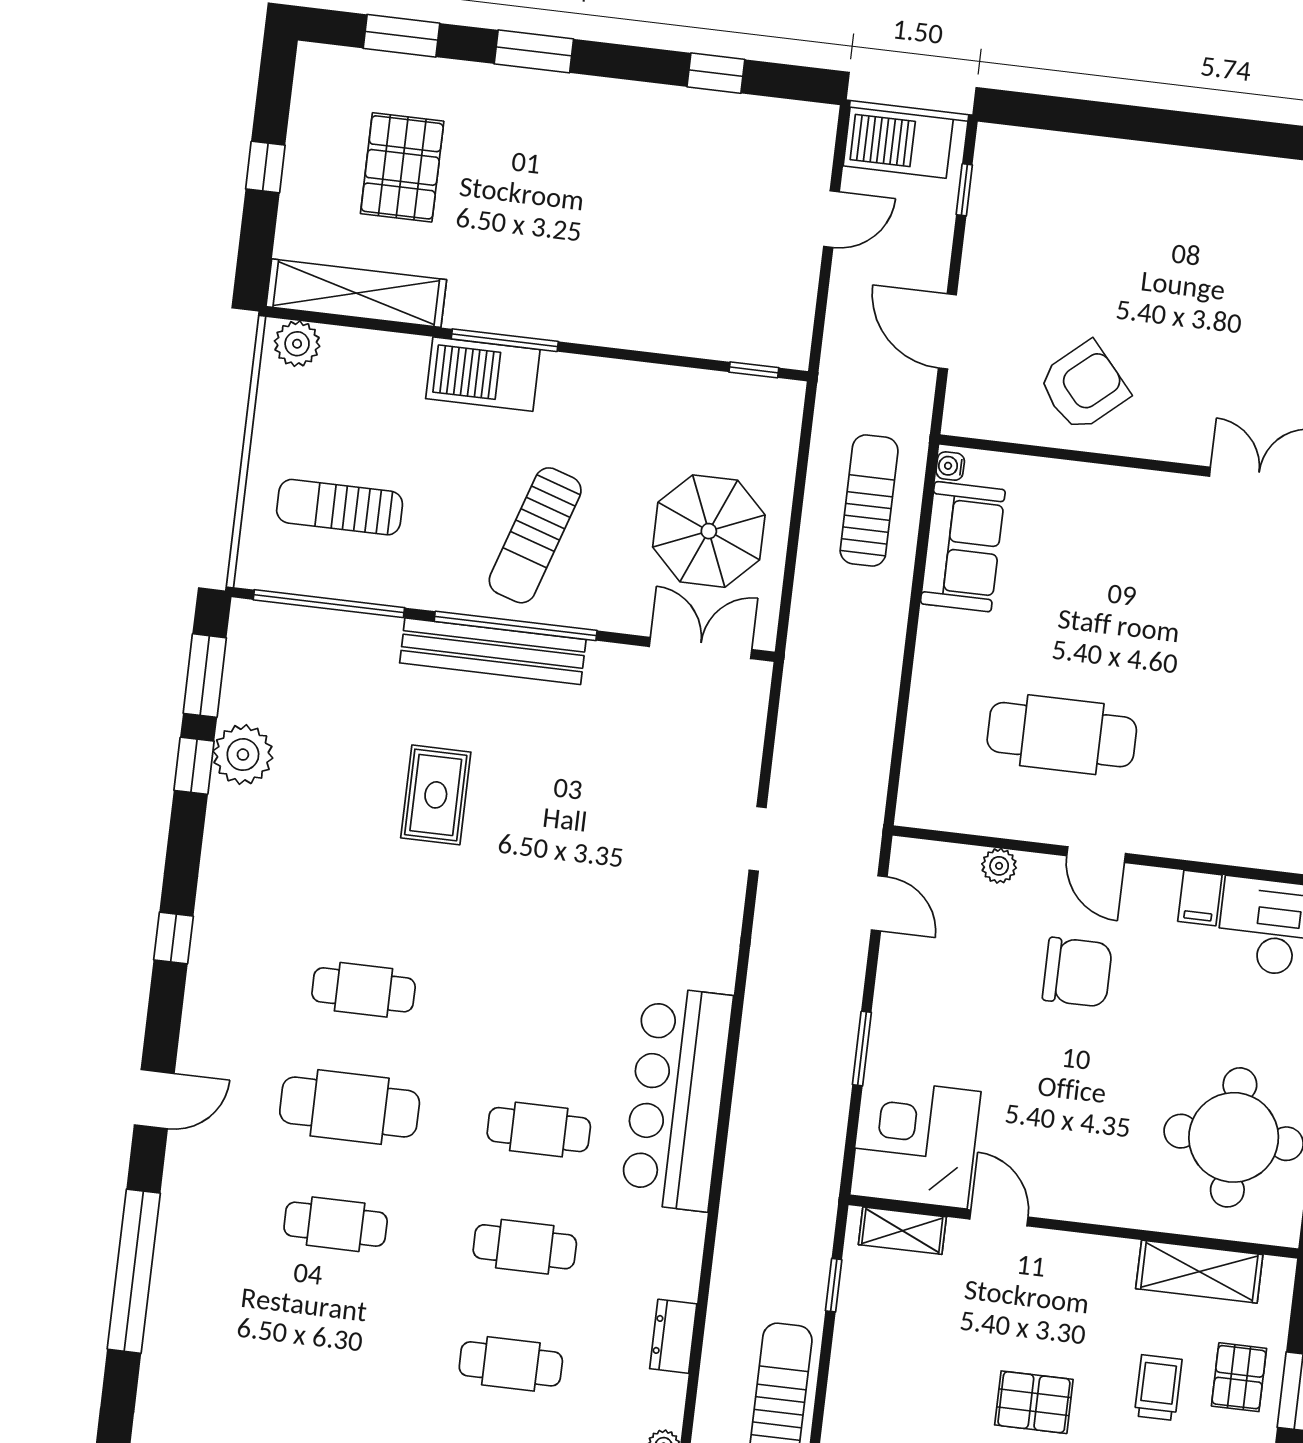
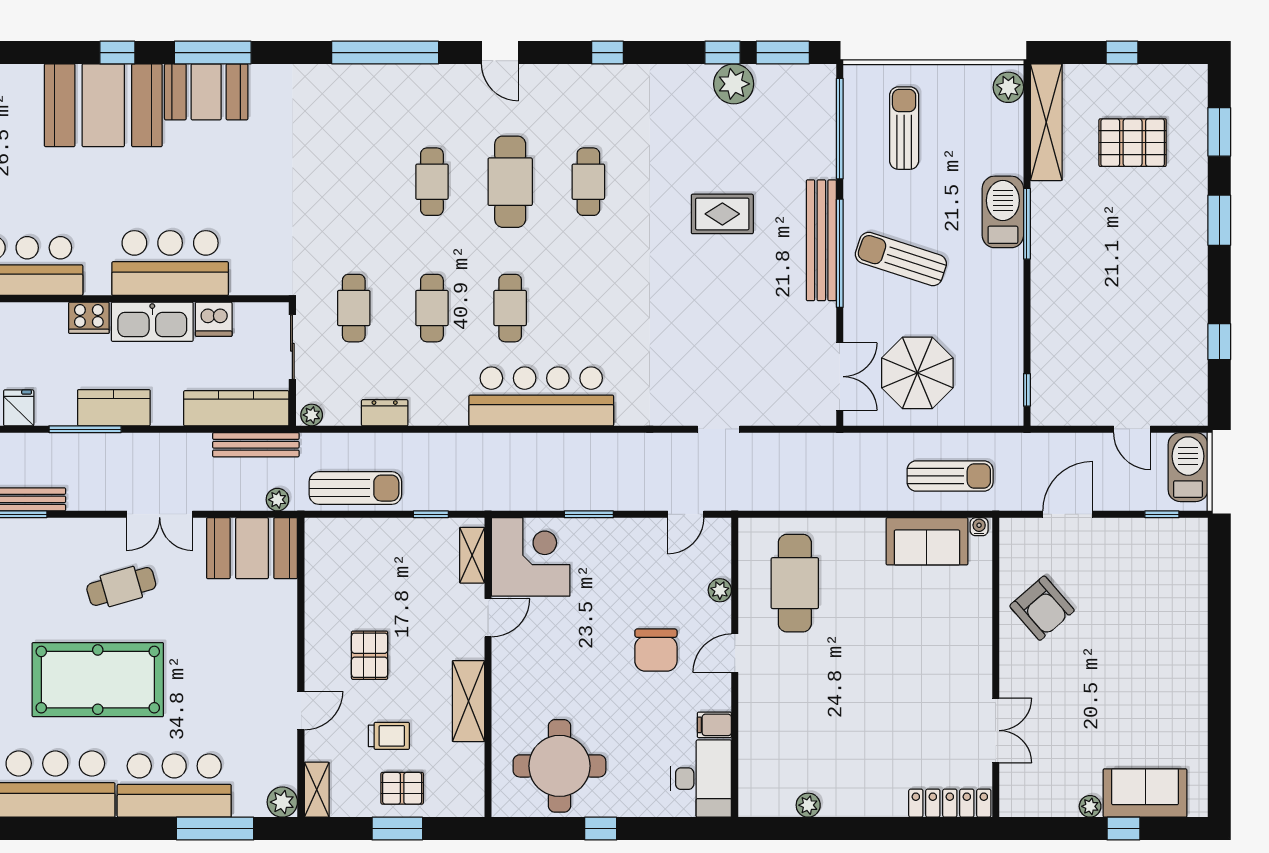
cafe table: (1062, 735) -> (795, 583), moved
shelving: (1199, 1272) -> (468, 701), moved

